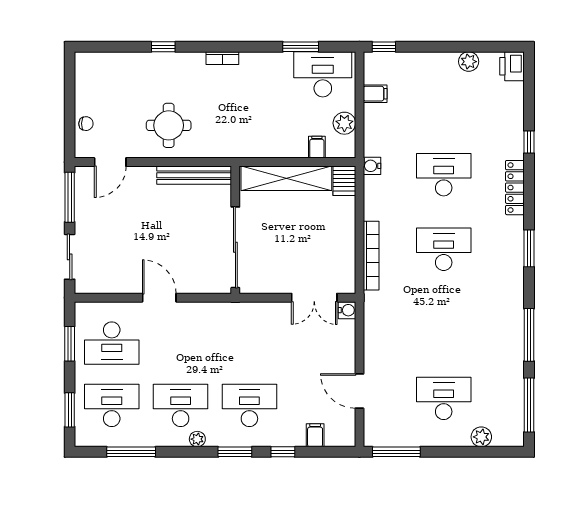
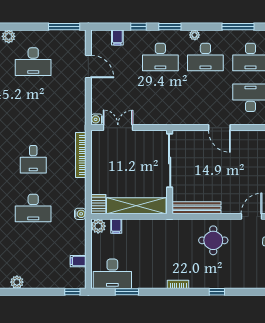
plant: (344, 123) -> (98, 226), moved
desk: (444, 249) -> (33, 159), width x0.73

